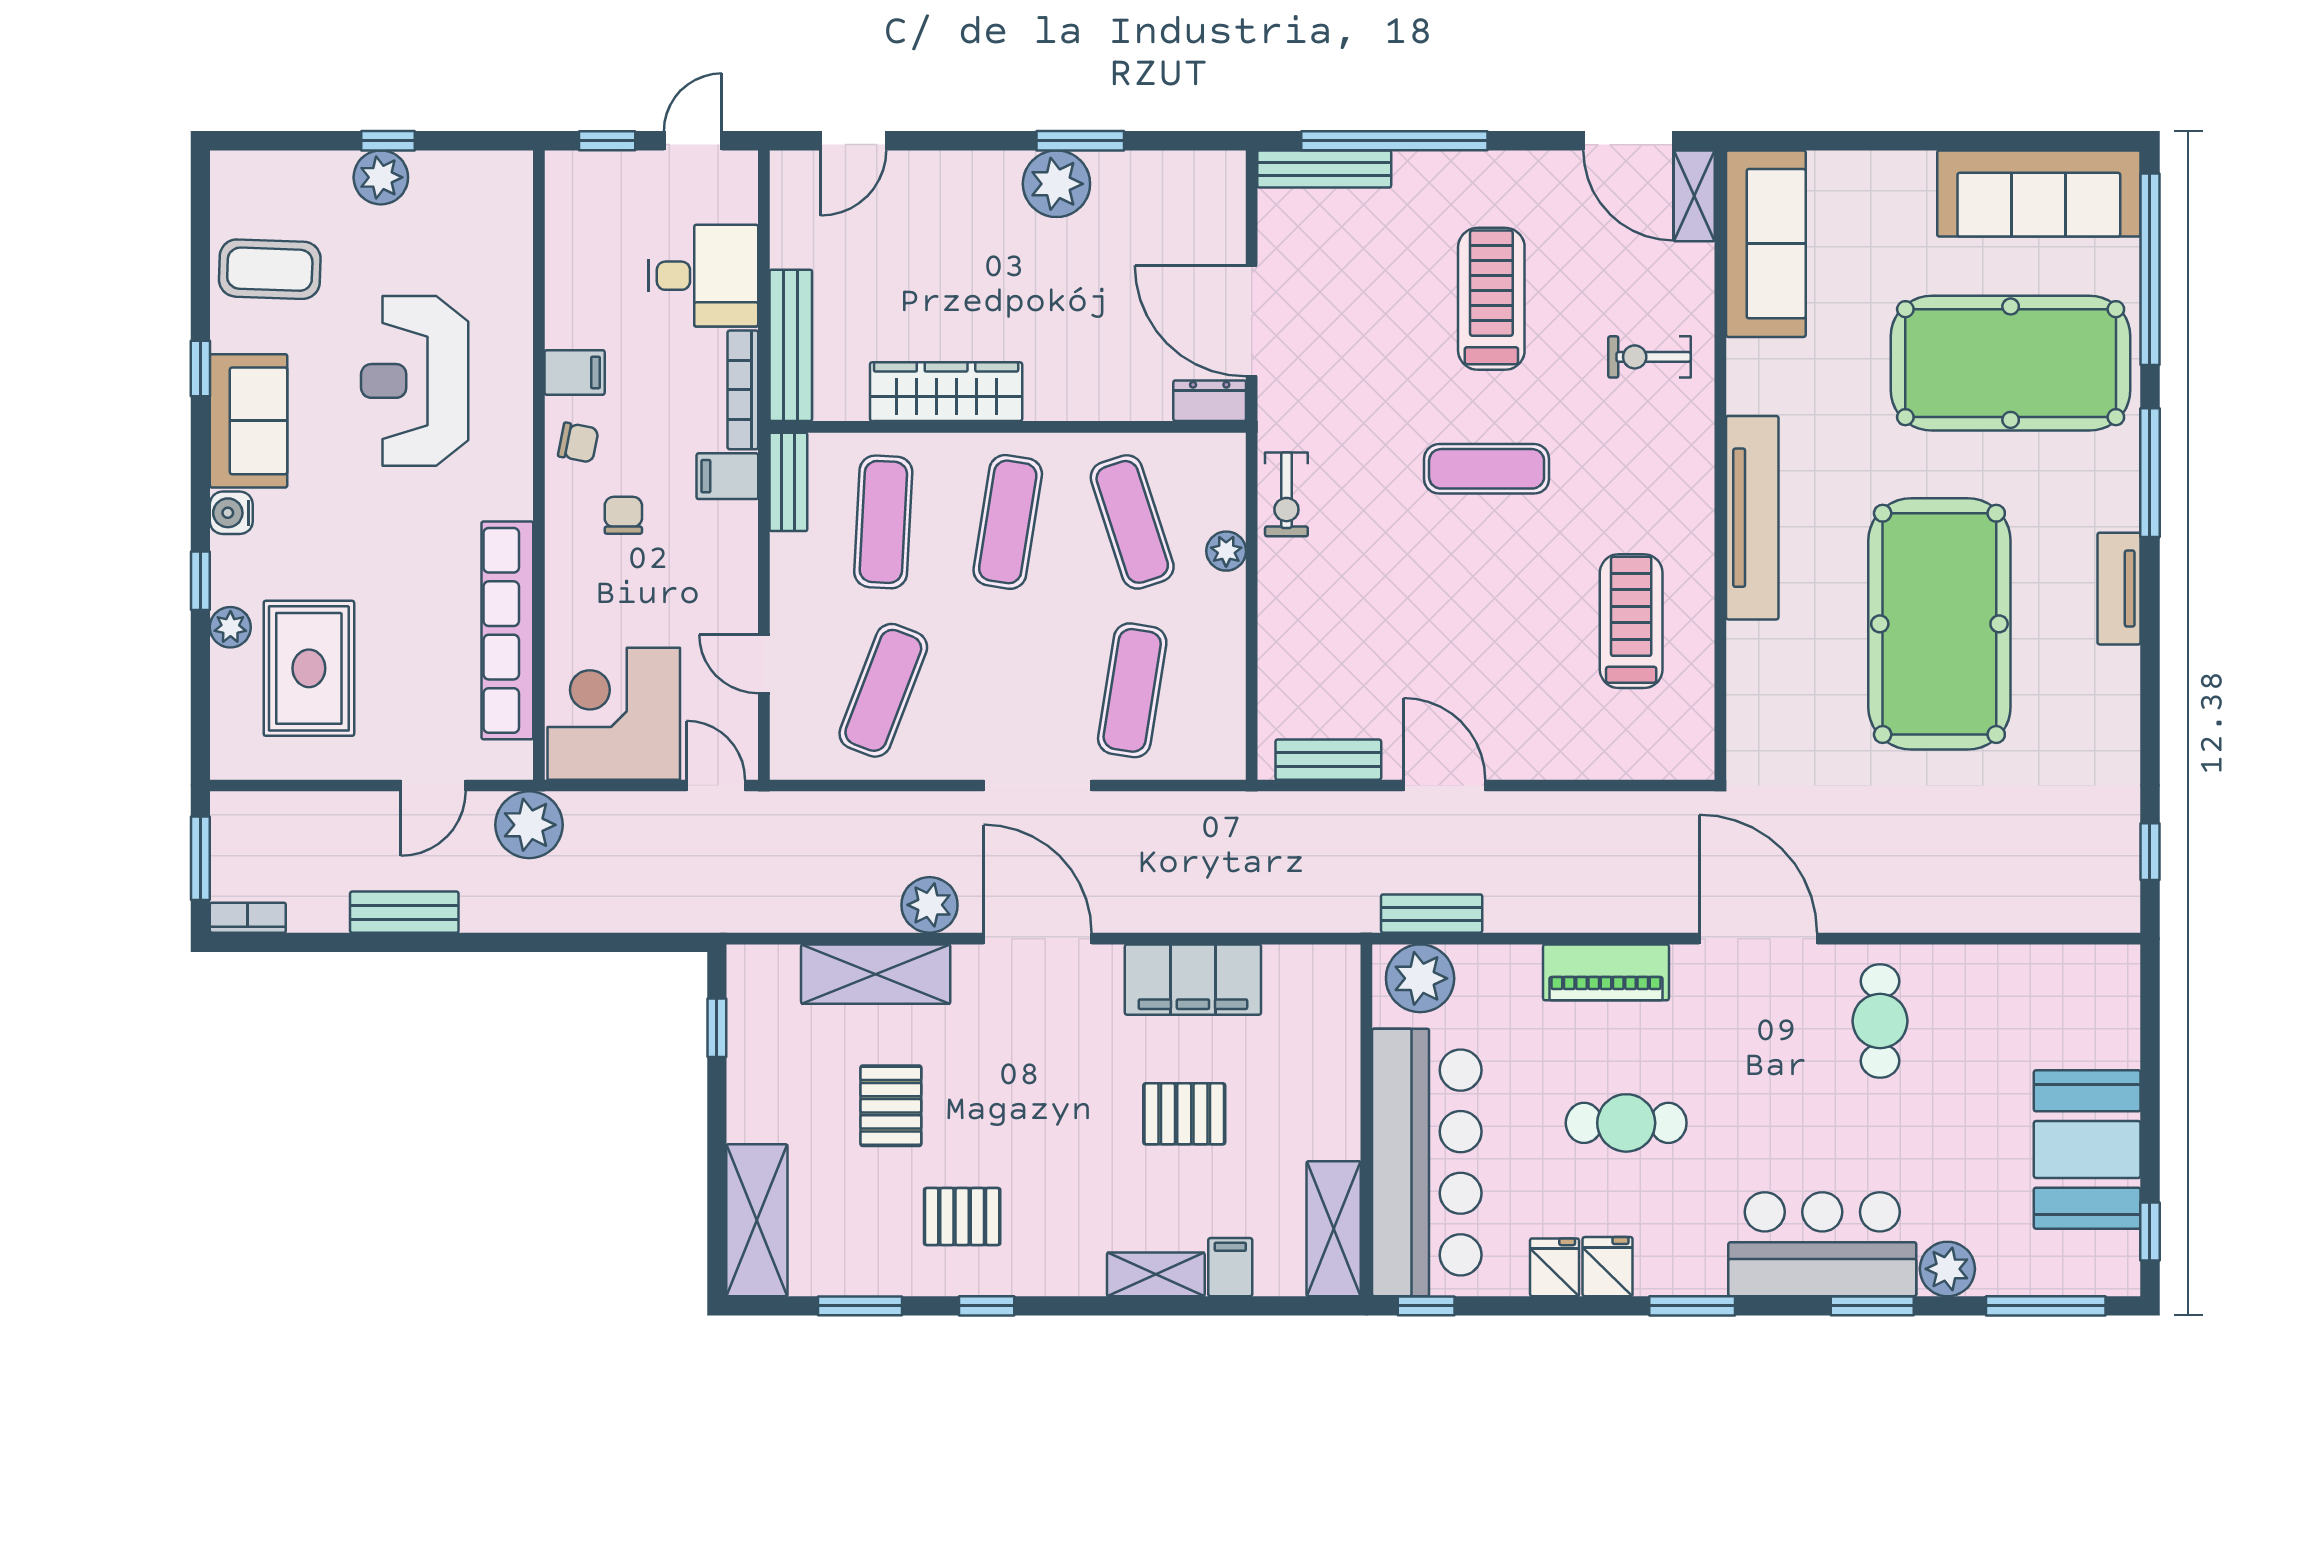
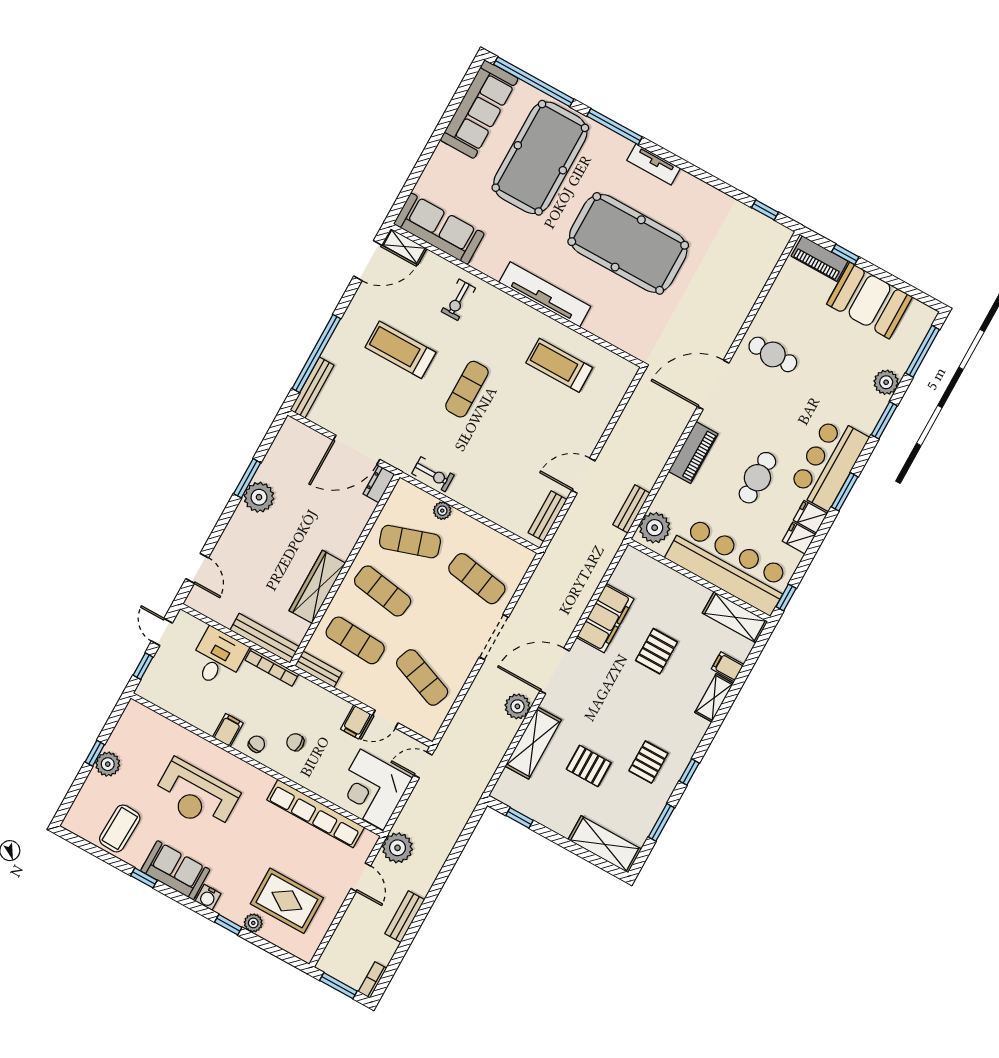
filing cabinet: (727, 476) -> (356, 722), moved
piano: (2115, 1009) -> (820, 259), added
window: (2150, 1231) -> (845, 254), moved
bar counter: (1822, 1244) -> (828, 463), moved

